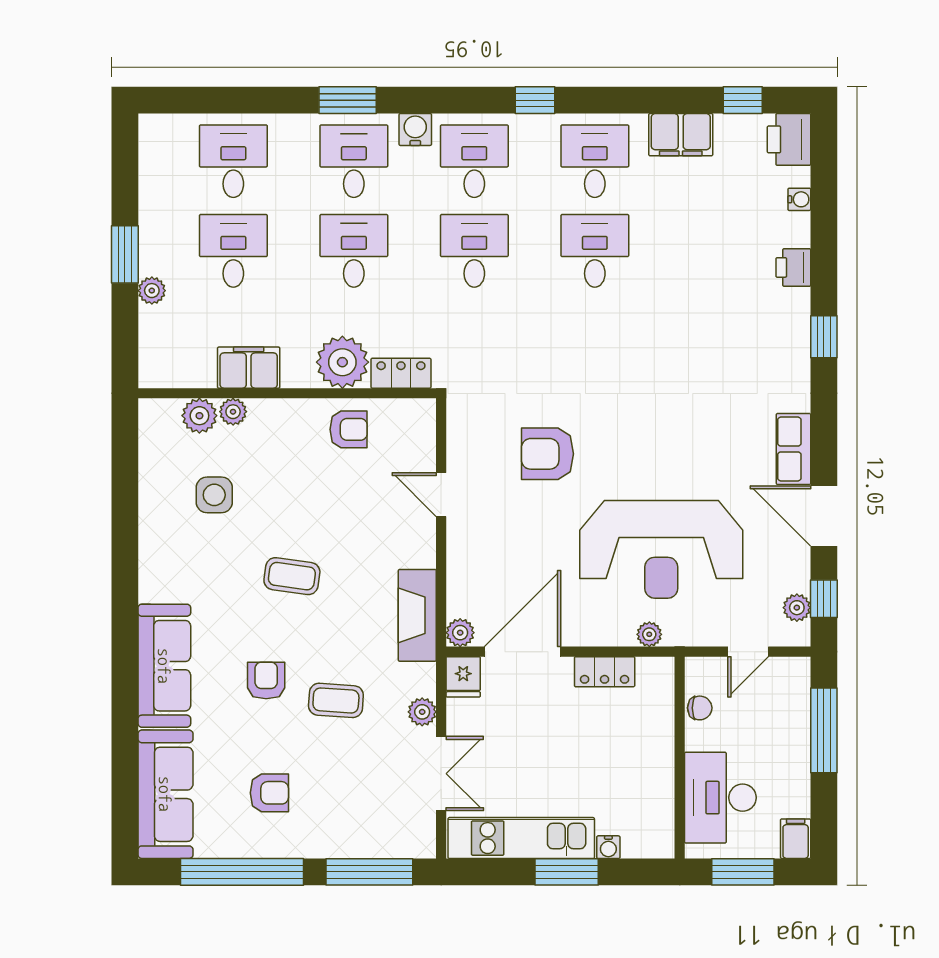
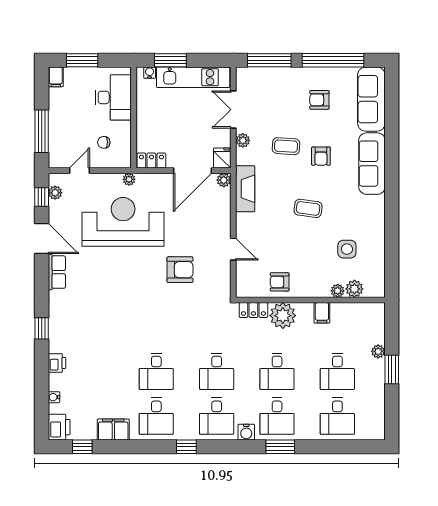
filing cabinet: (249, 368) -> (322, 313), width x0.50
wall: (680, 758) -> (134, 117), moved
desk: (720, 798) -> (113, 97), moved

